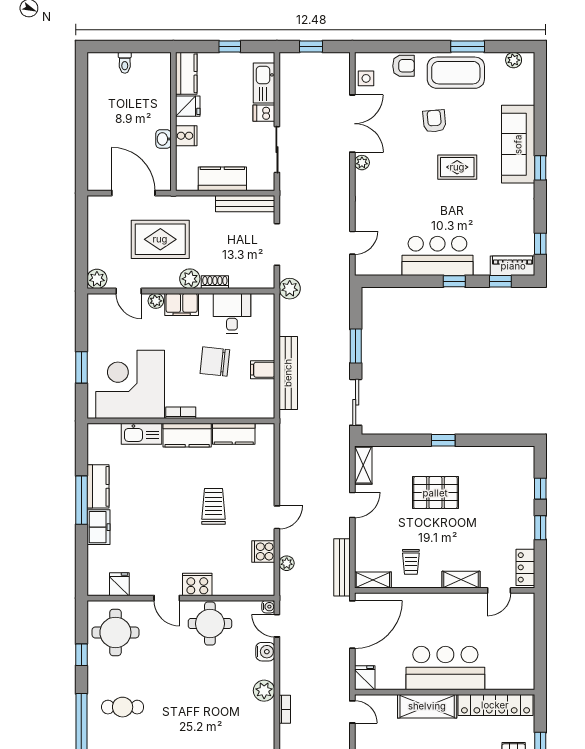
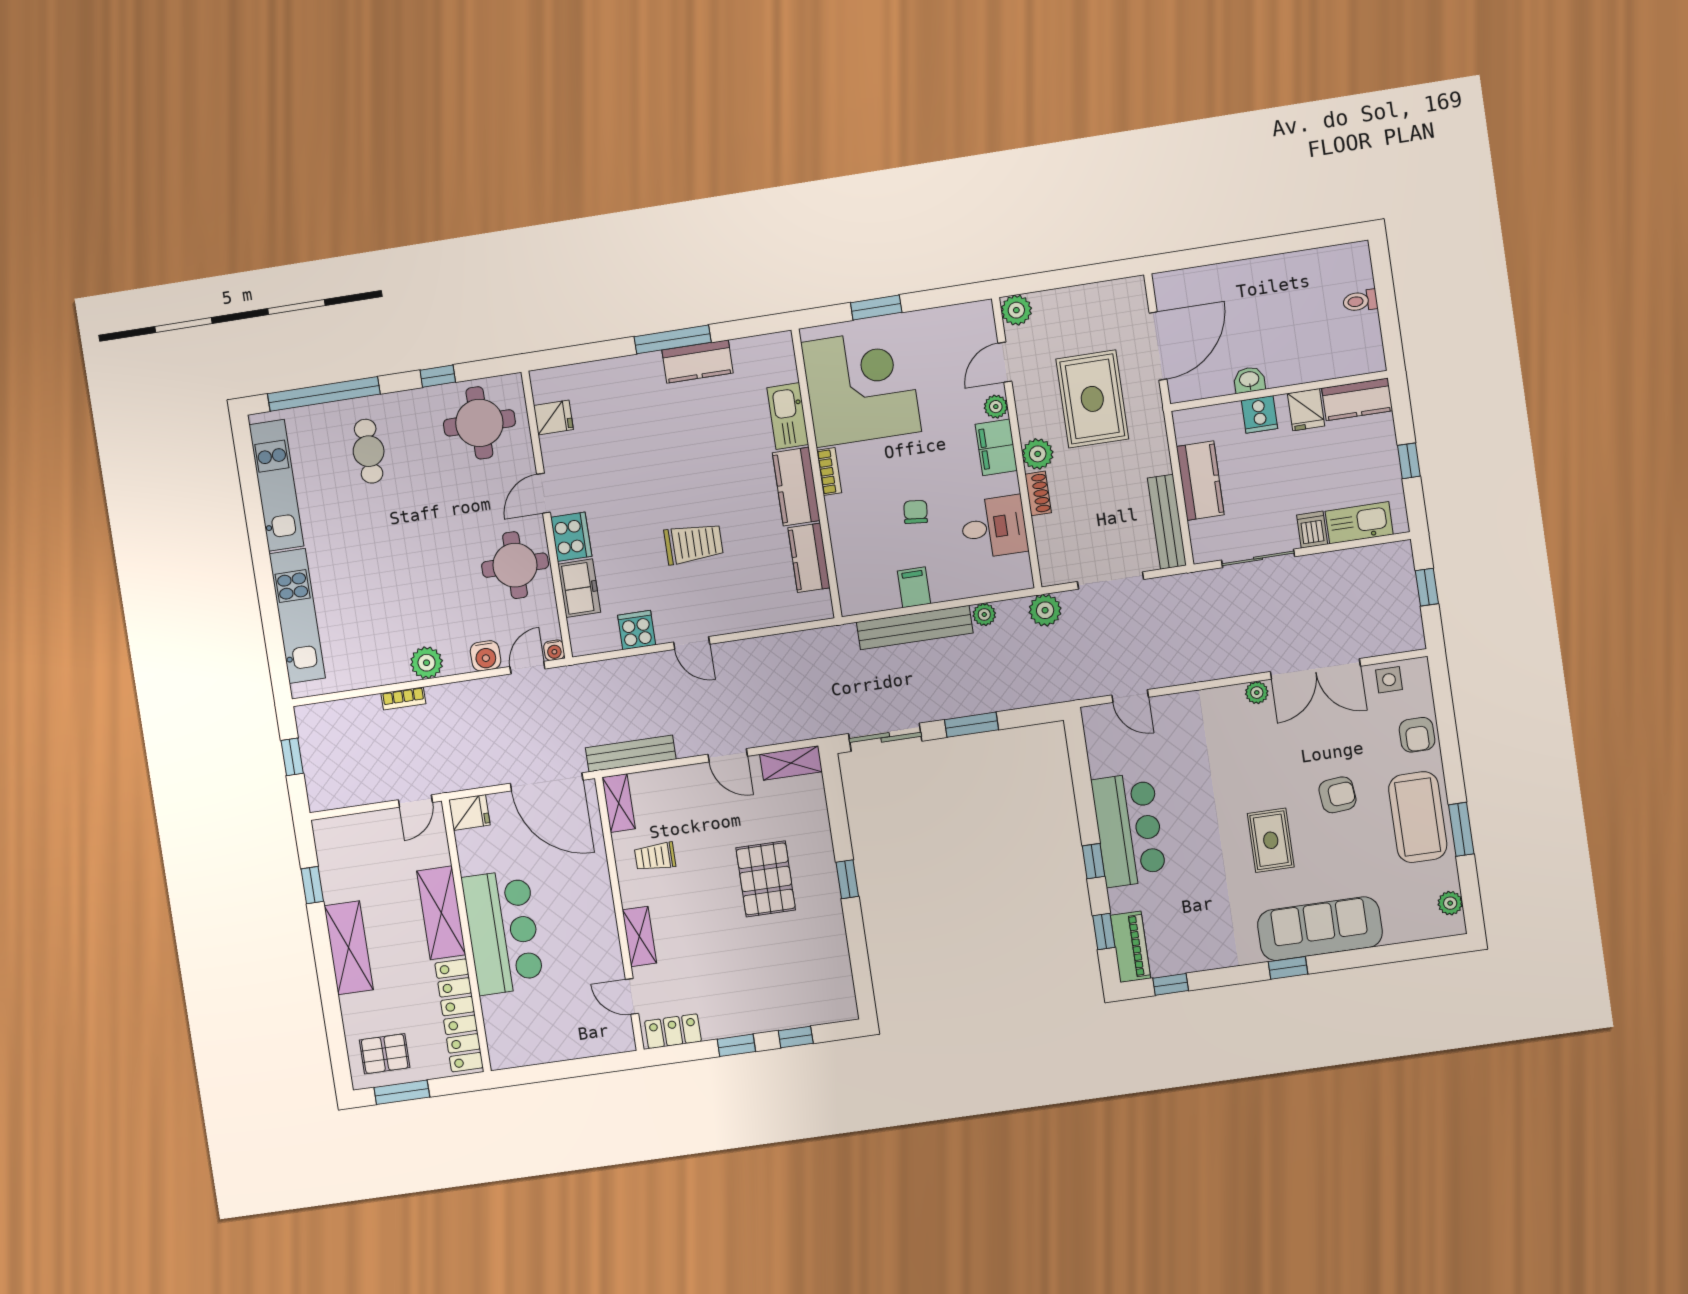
chair: (215, 362) -> (916, 512), width x0.54, depth x0.54
freezer: (99, 527) -> (579, 588), moved, turned -90
plant: (287, 563) -> (984, 614), moved

